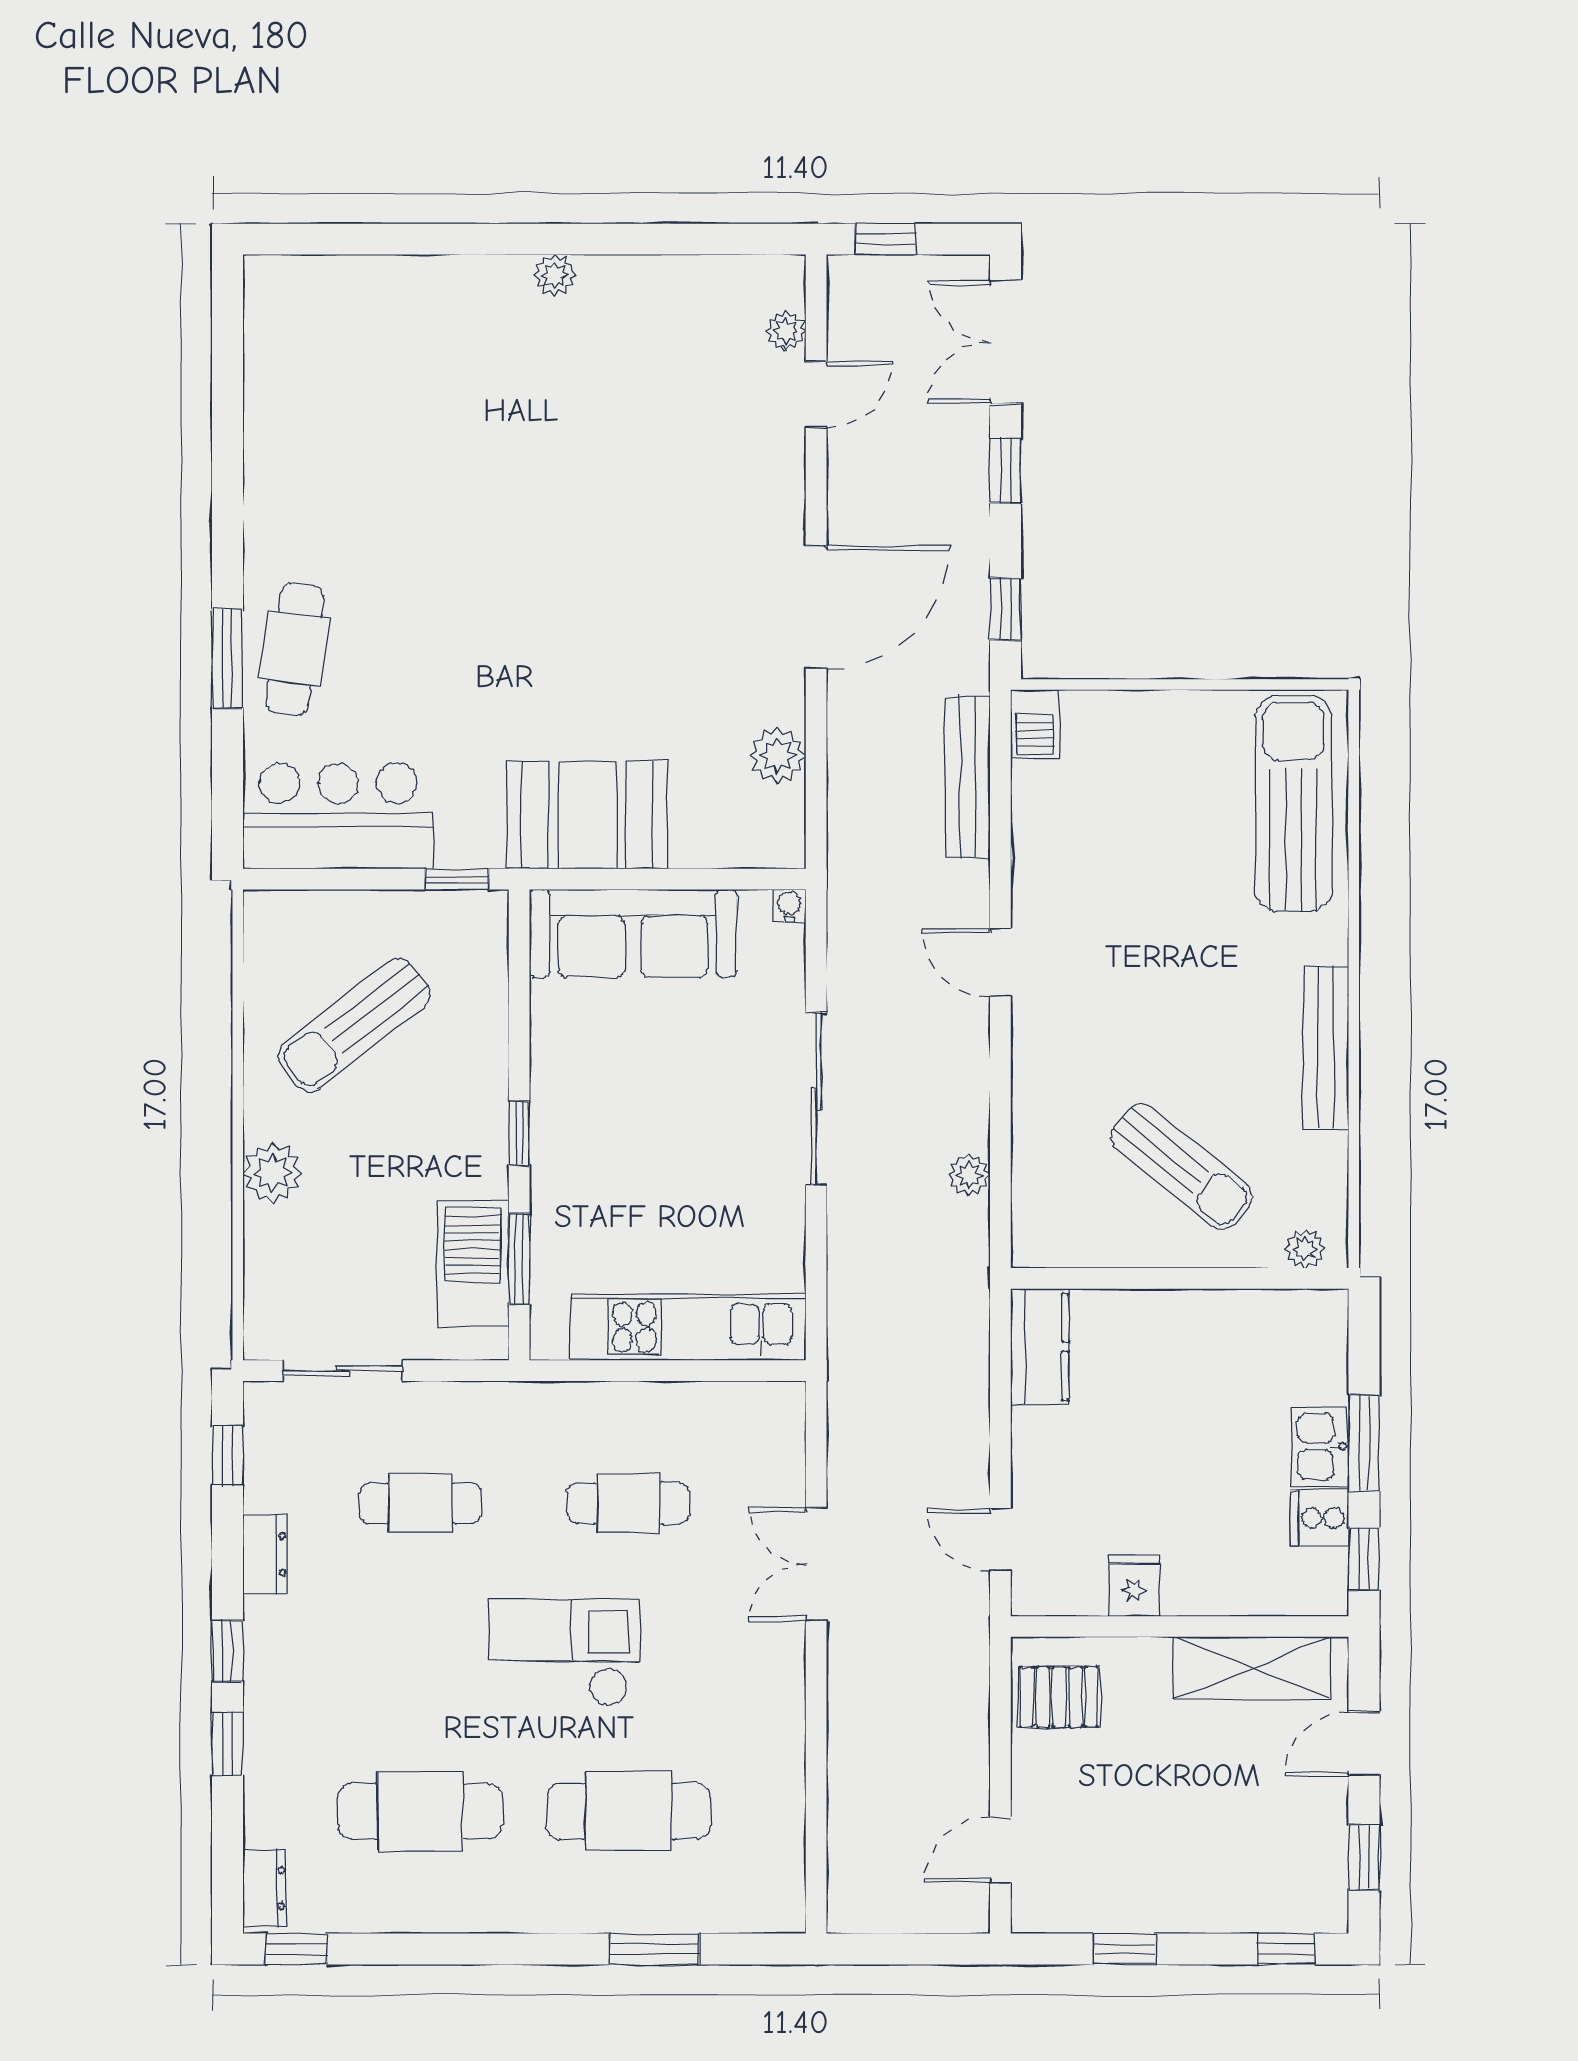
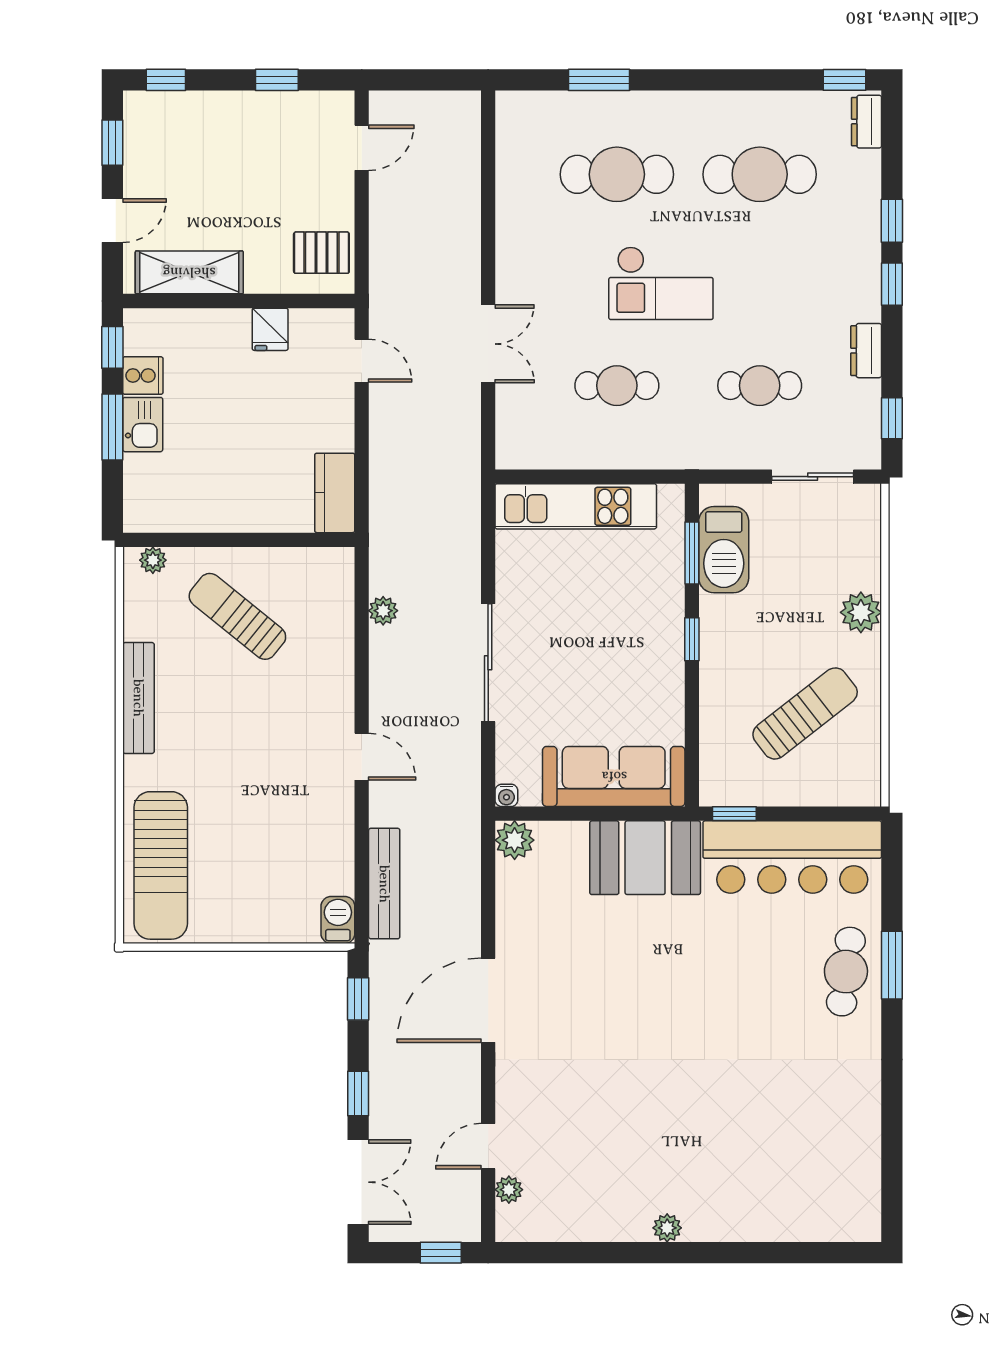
plant: (778, 755) -> (515, 840), moved
bar counter: (338, 816) -> (792, 857), width x1.36

